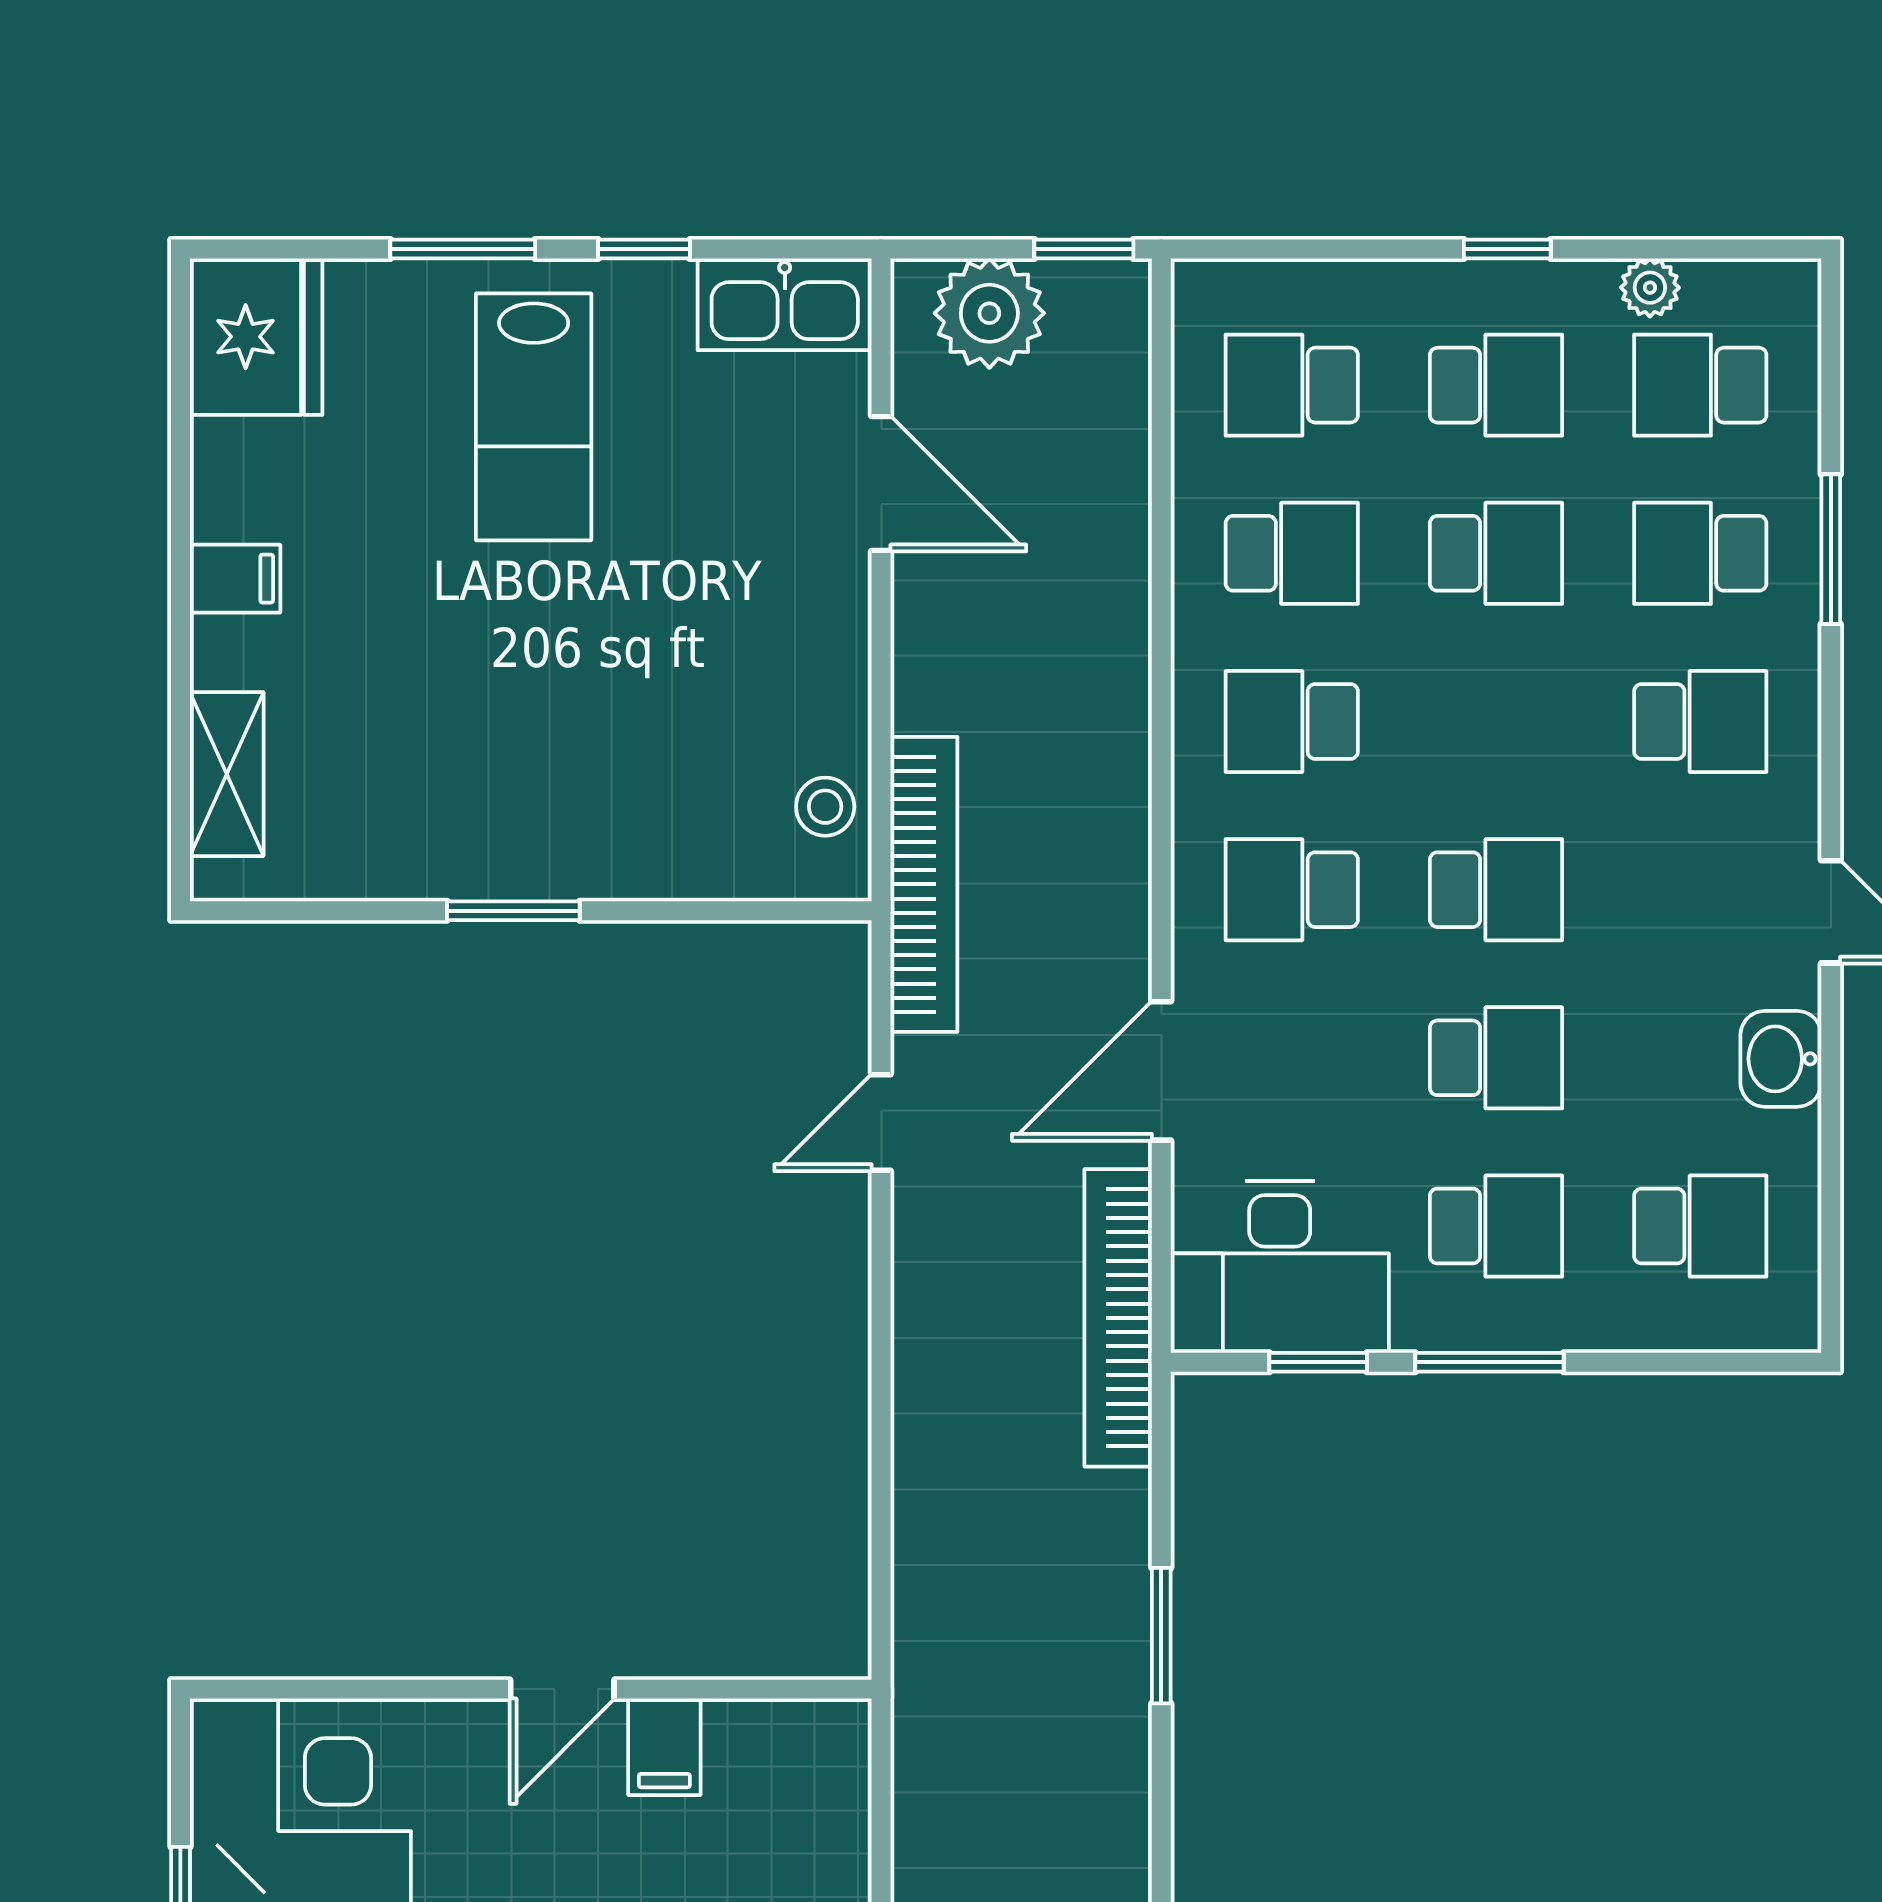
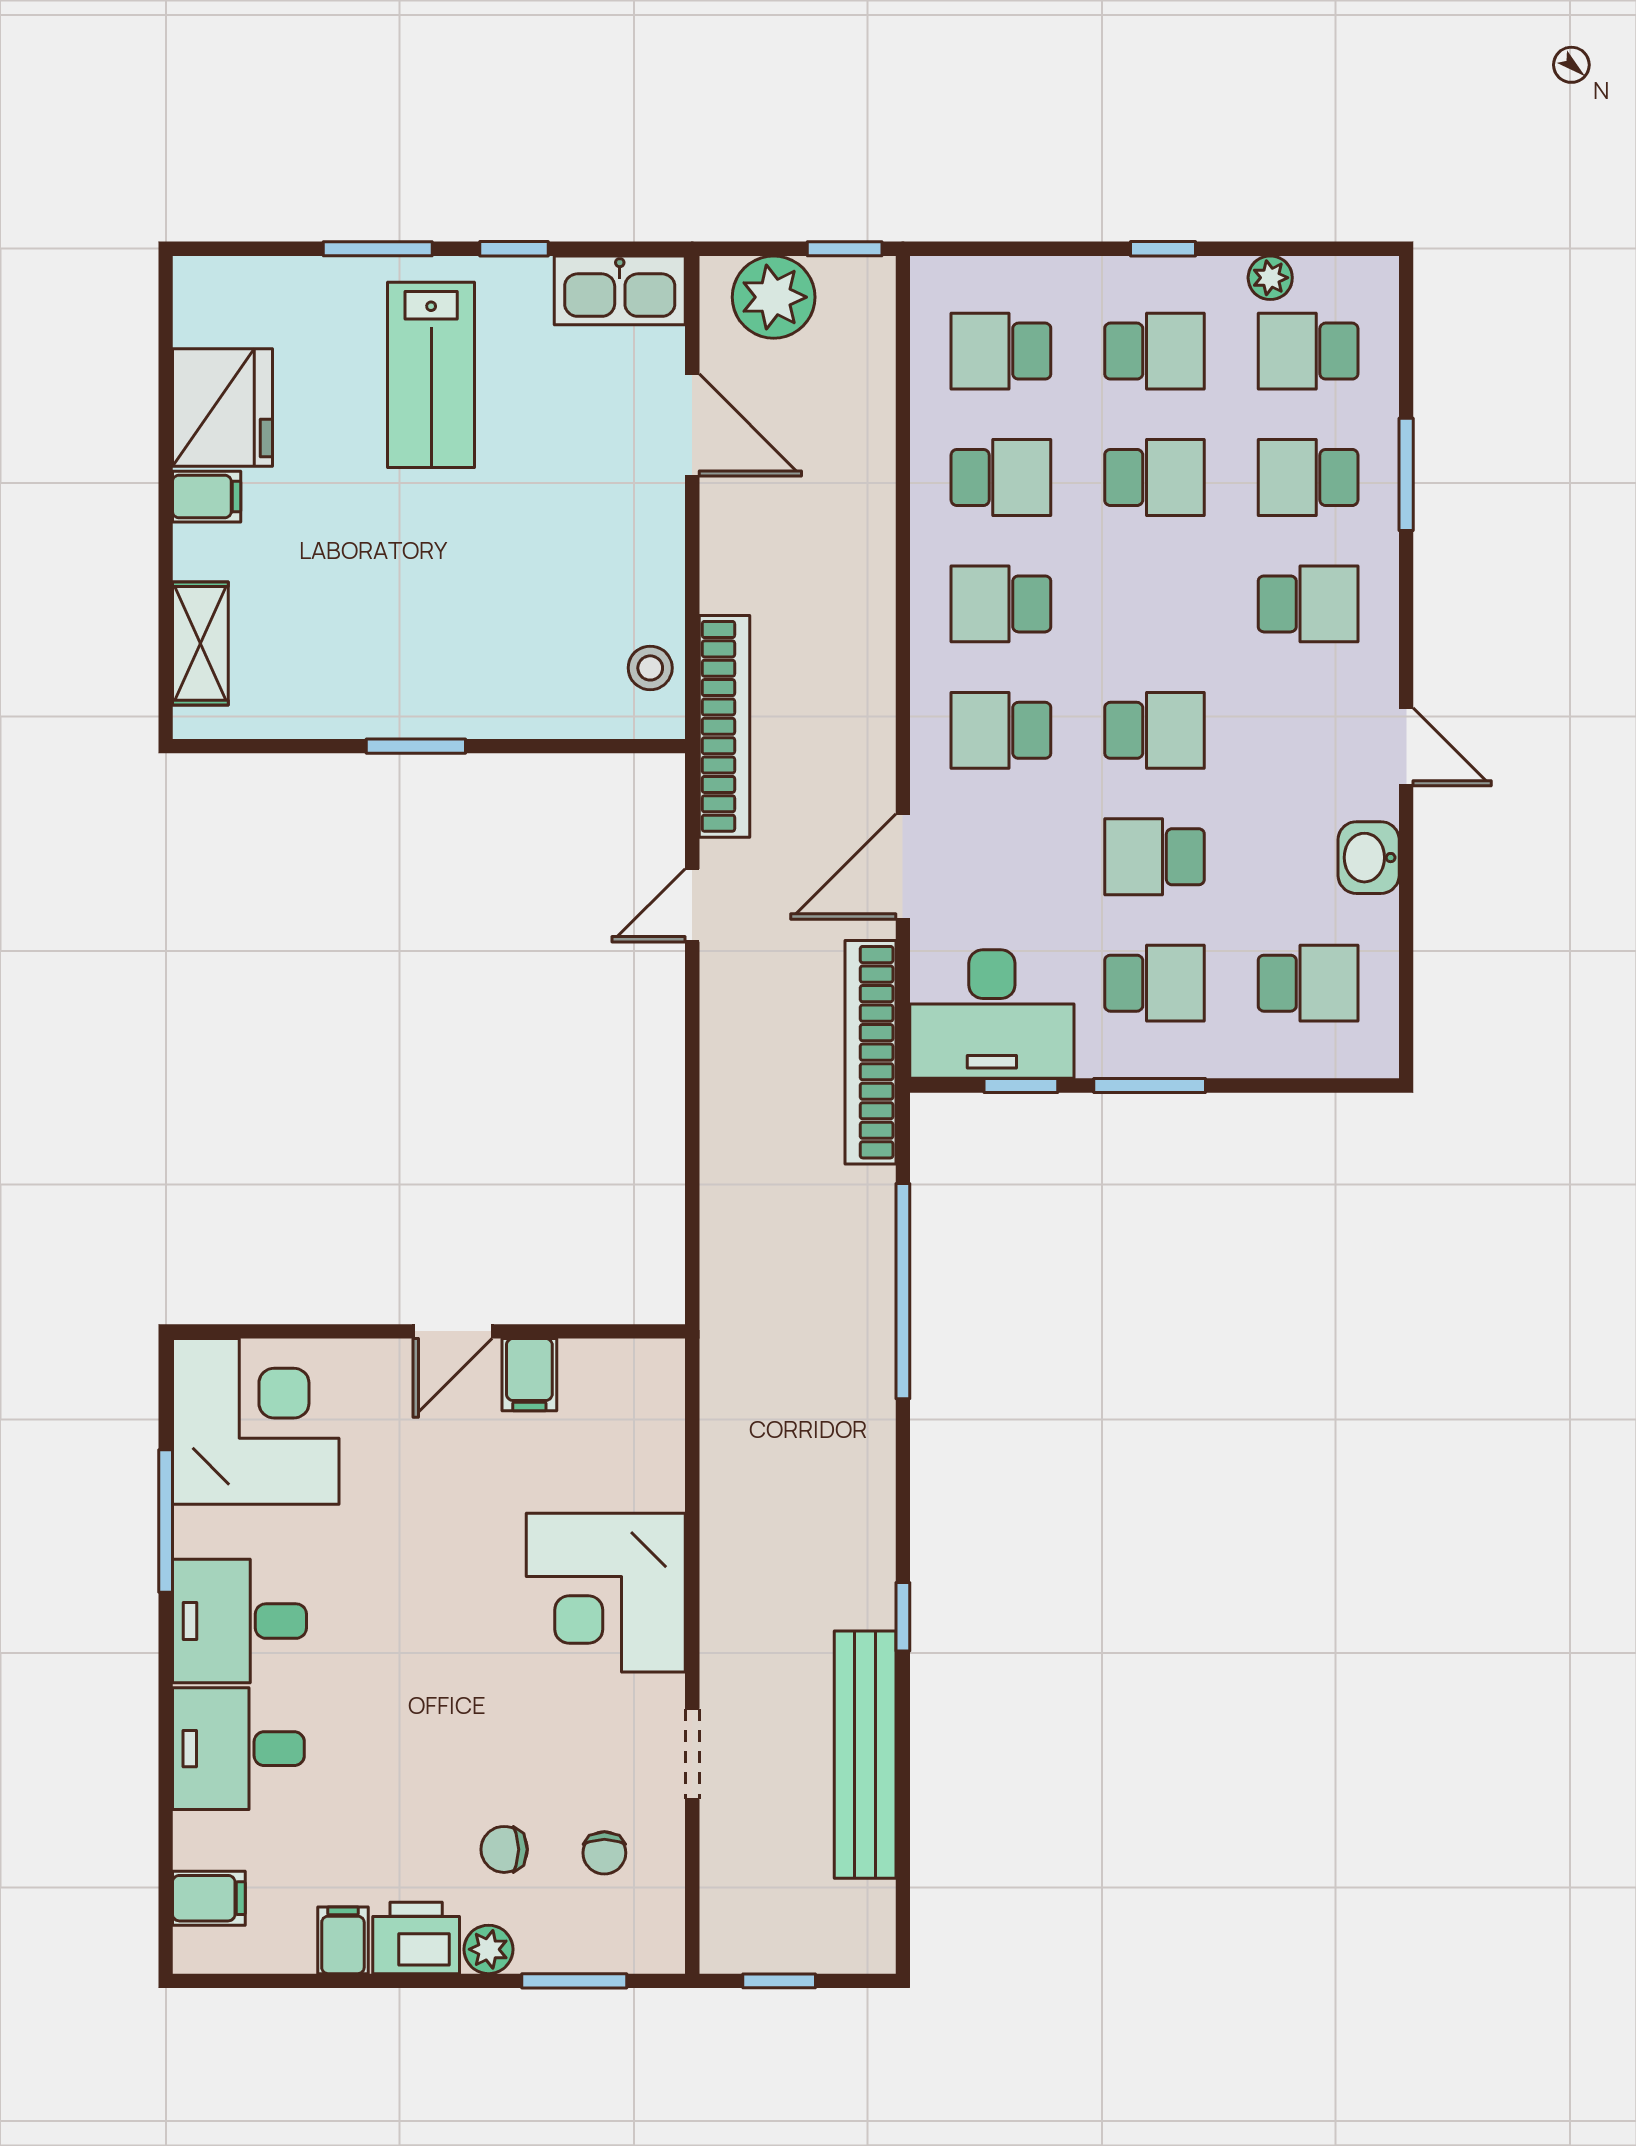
fridge: (256, 337) -> (222, 407), moved
school desk: (1496, 1058) -> (1155, 857), turned 180
window: (1161, 1636) -> (903, 1291), width x2.11

